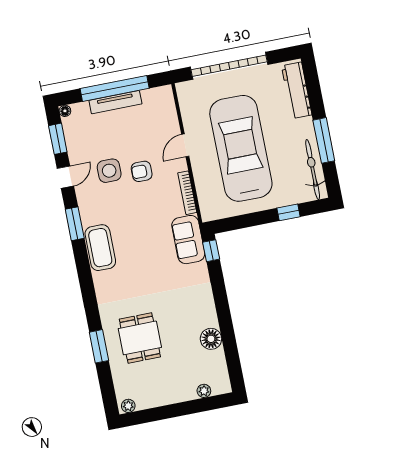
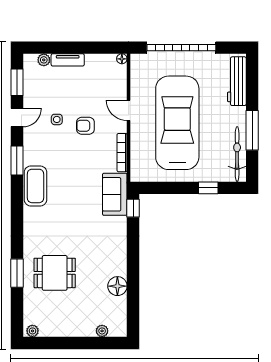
window: (115, 88) -> (76, 48), removed
tv unit: (115, 102) -> (68, 60), width x0.71
plant: (82, 109) -> (44, 60), added
floor lamp: (65, 111) -> (122, 59), moved
door: (185, 145) -> (129, 110), hinge flipped
side table: (109, 171) -> (57, 119), width x0.54, depth x0.54
dining table: (140, 338) -> (55, 273), turned 90

